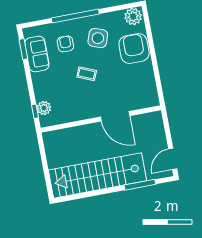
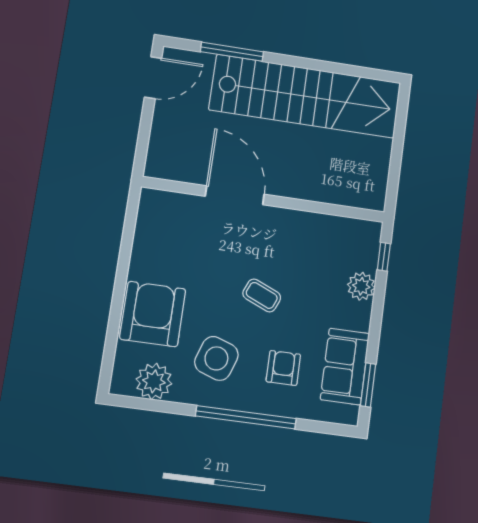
plant: (133, 16) -> (154, 381), moved
armchair: (65, 44) -> (283, 368), turned 180
armchair: (134, 49) -> (153, 314), turned 180
plant: (44, 108) -> (361, 286), moved

